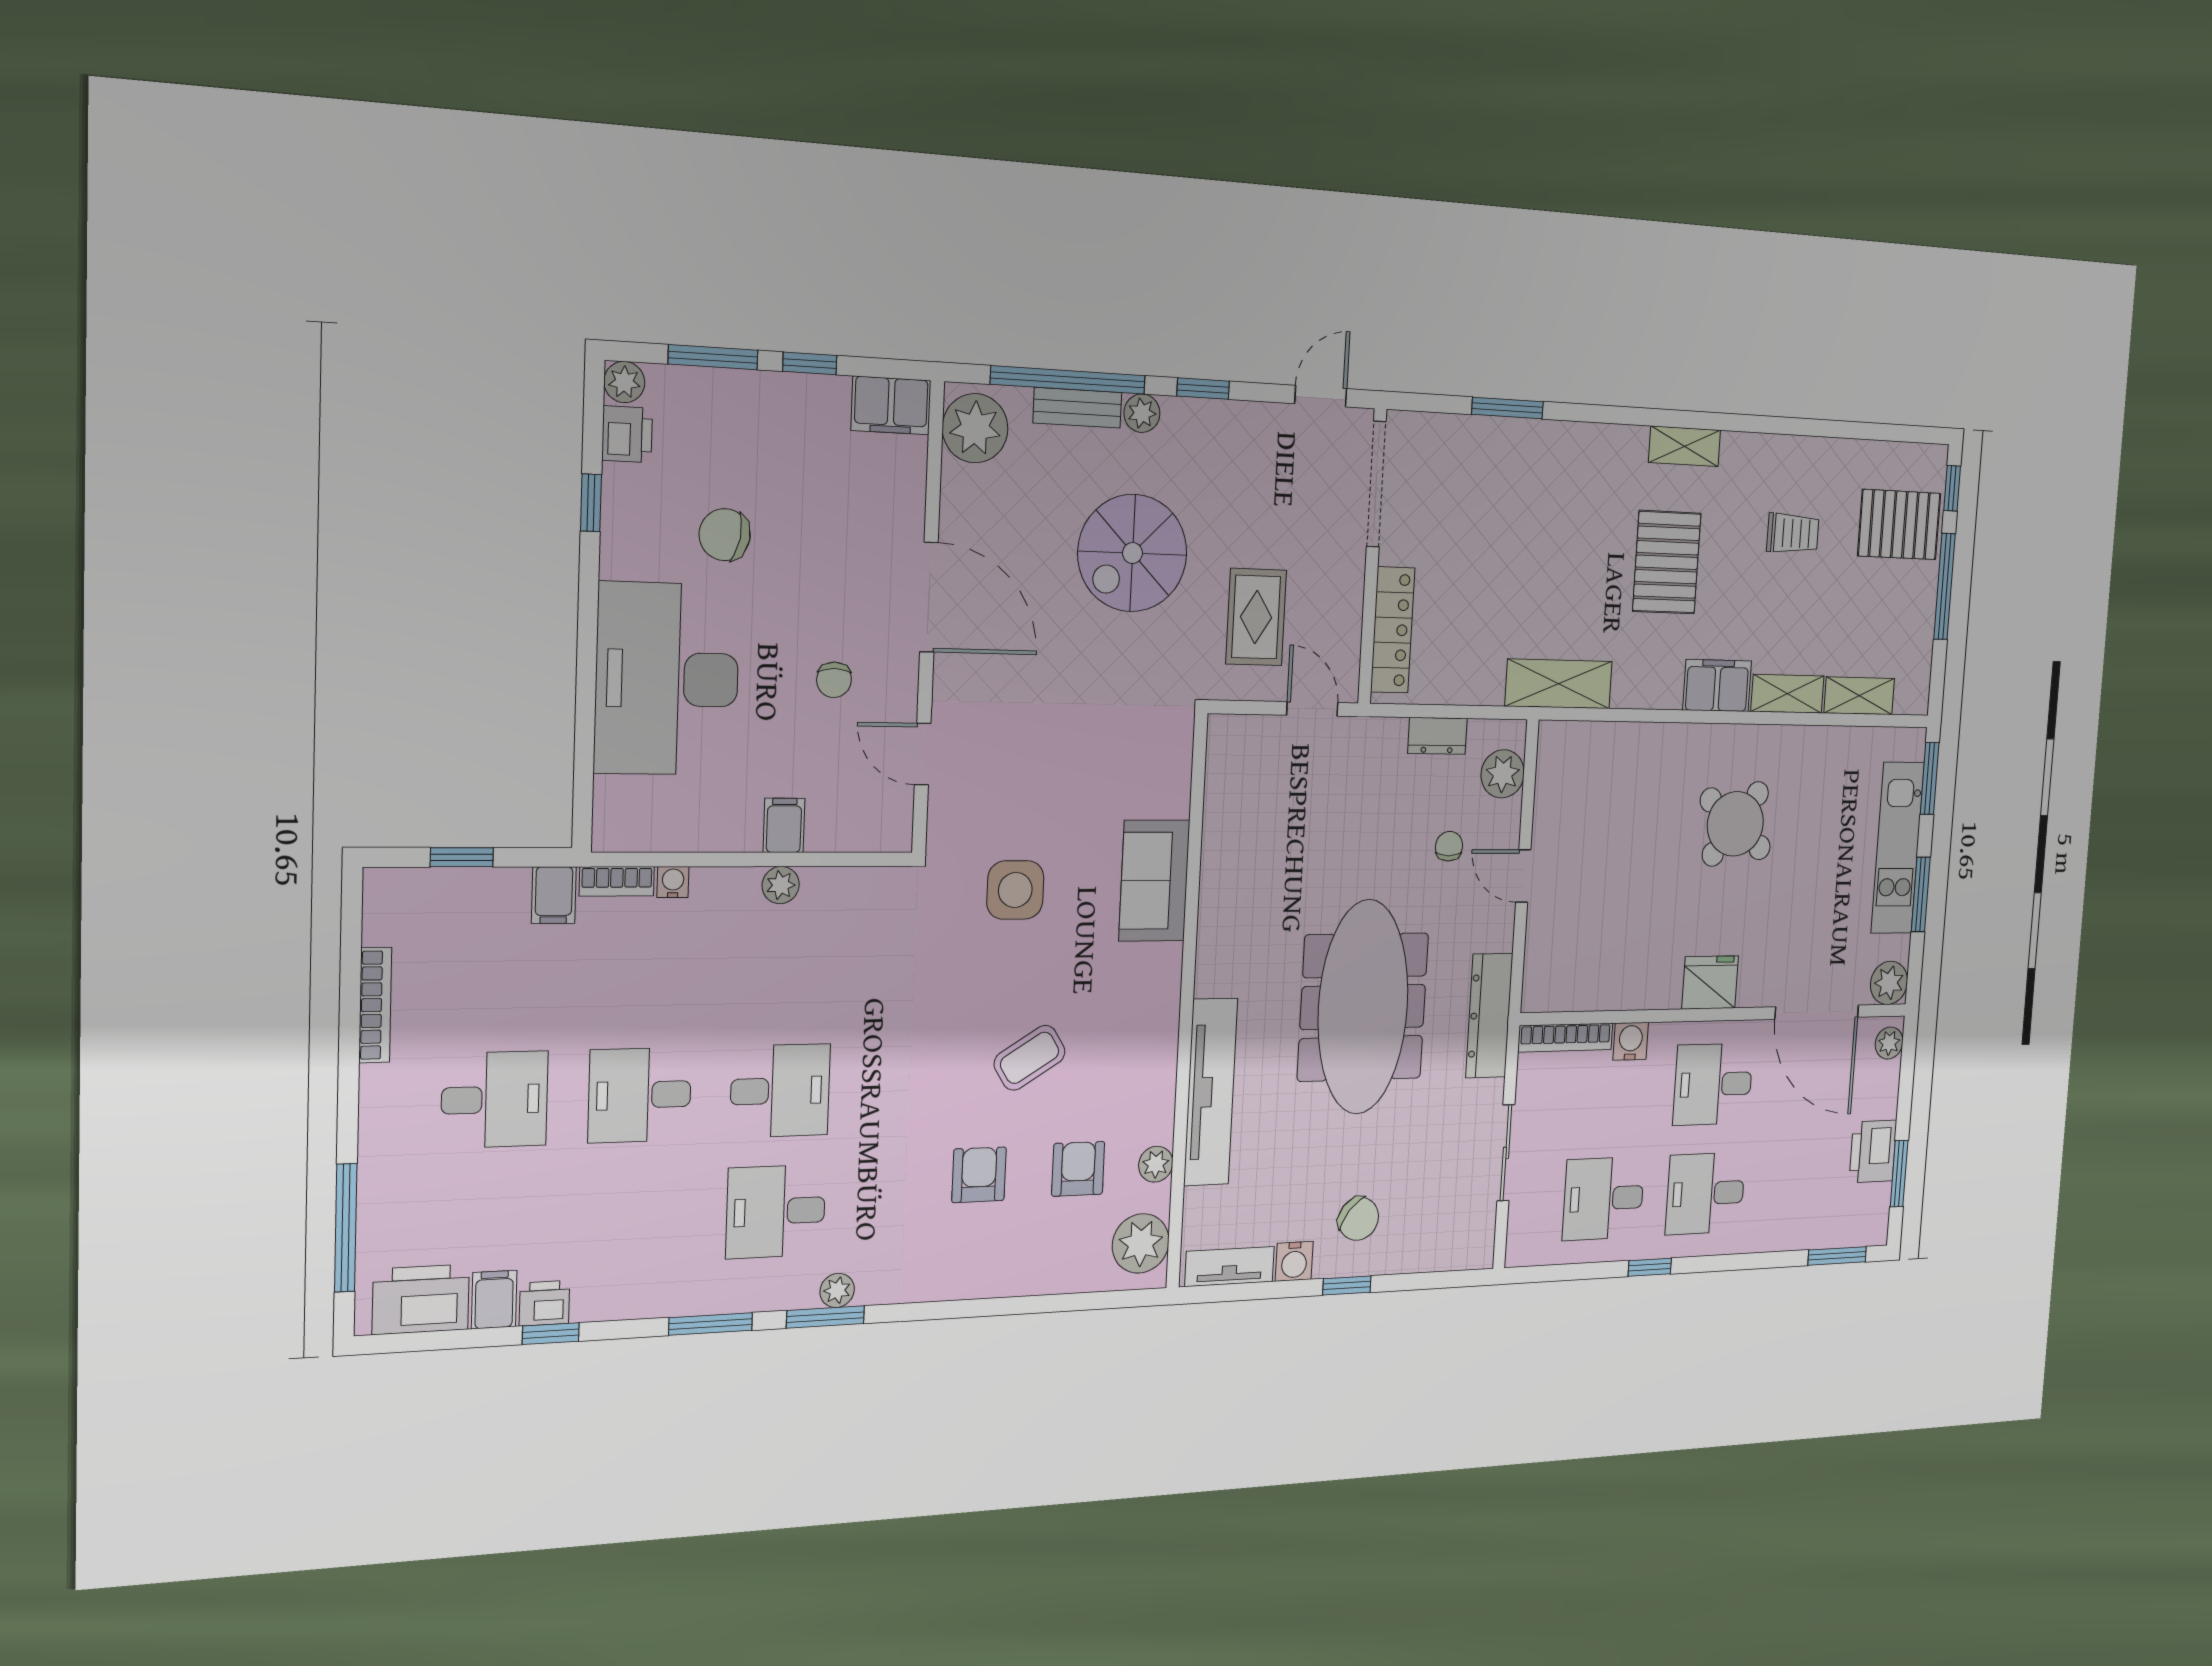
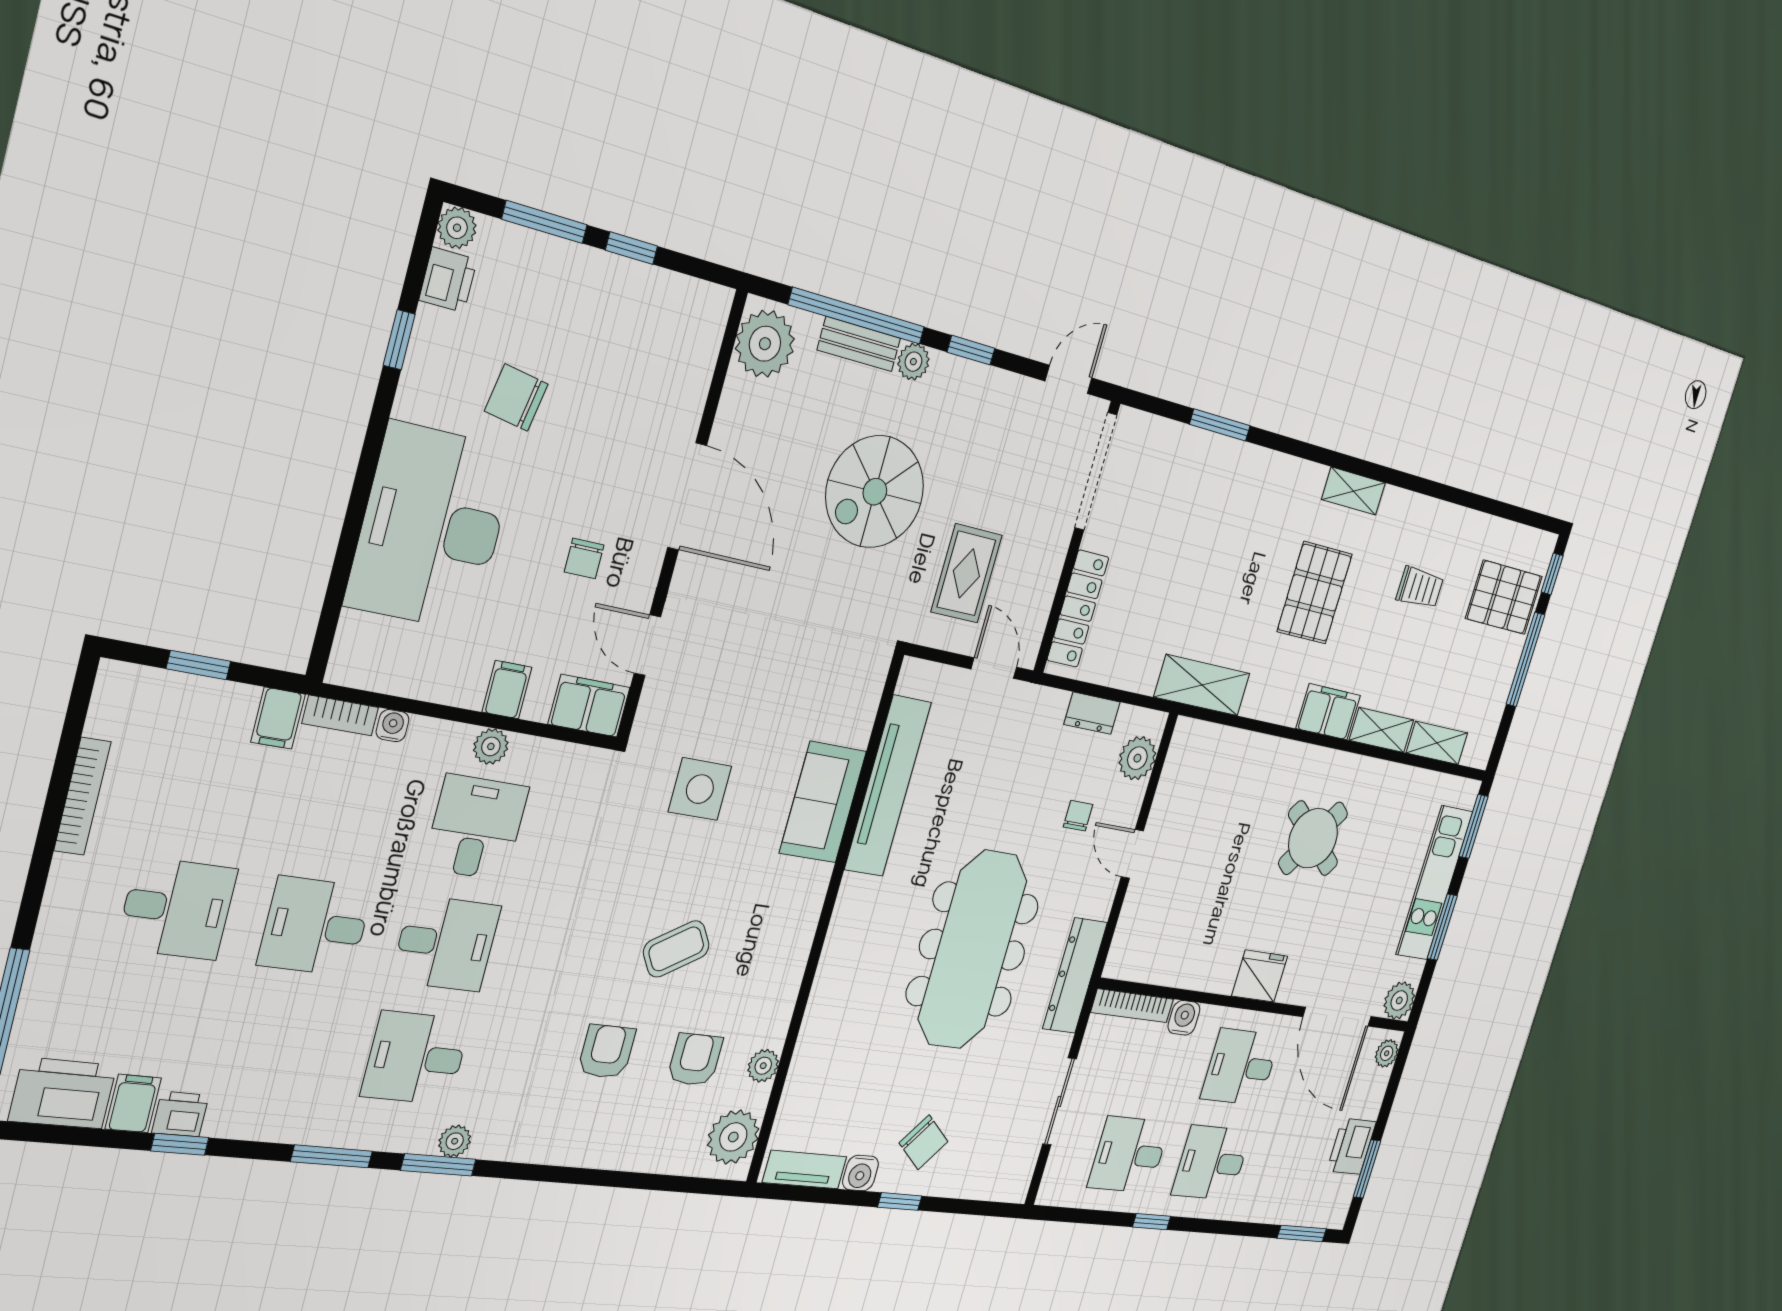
filing cabinet: (891, 405) -> (589, 706), moved, turned 180
desk: (784, 969) -> (476, 827), added
tv unit: (1211, 1092) -> (888, 786), moved

